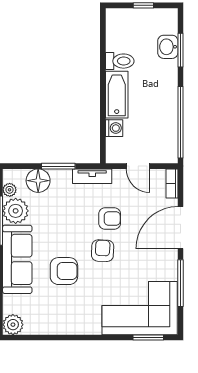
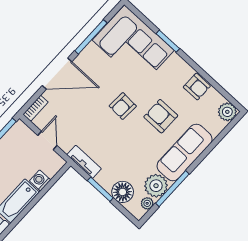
armchair: (110, 218) -> (197, 87), moved, turned 180
window: (148, 337) -> (168, 41), moved

